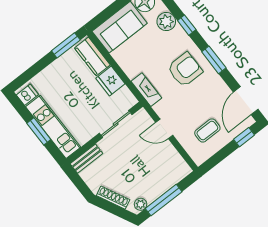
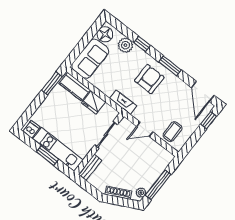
coffee table: (207, 130) -> (173, 132), moved

